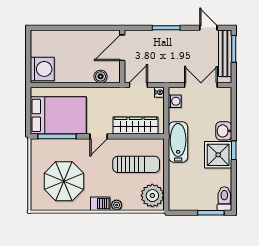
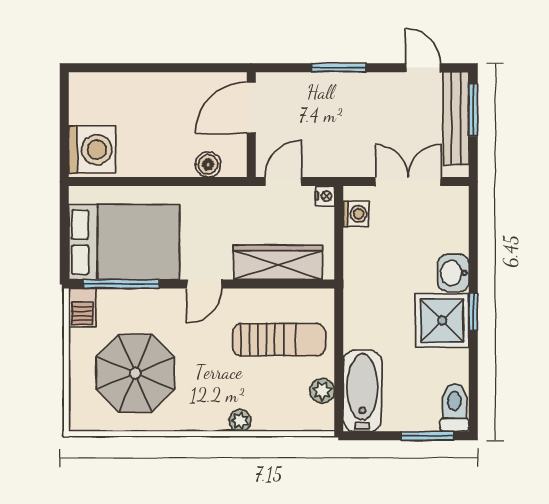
bathtub: (178, 142) -> (362, 391), moved
plant: (152, 196) -> (322, 391), width x0.53, depth x0.53
barbecue: (100, 204) -> (82, 308), moved, turned 90

